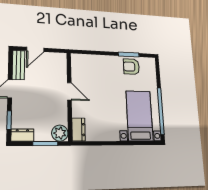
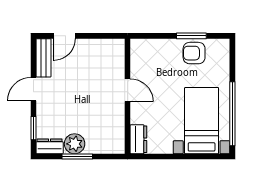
door: (69, 91) -> (128, 90), moved
wall: (69, 96) -> (128, 96), moved
dresser: (79, 130) -> (138, 139), moved
plant: (60, 133) -> (75, 144), moved

